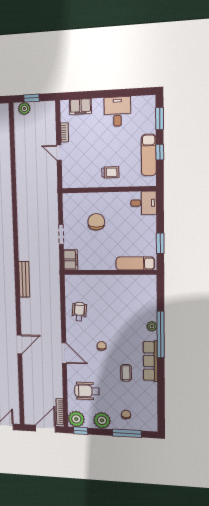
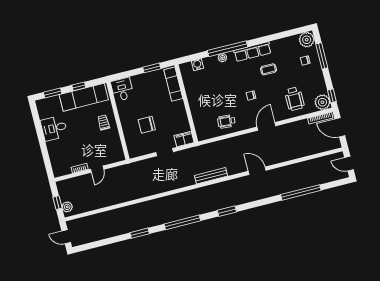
filing cabinet: (80, 106) -> (56, 160), removed
exam couch: (149, 155) -> (84, 97), width x1.36, depth x1.45
water cooler: (151, 296) -> (197, 65), added
door: (19, 344) -> (257, 171), moved
plant: (102, 420) -> (307, 40), moved

